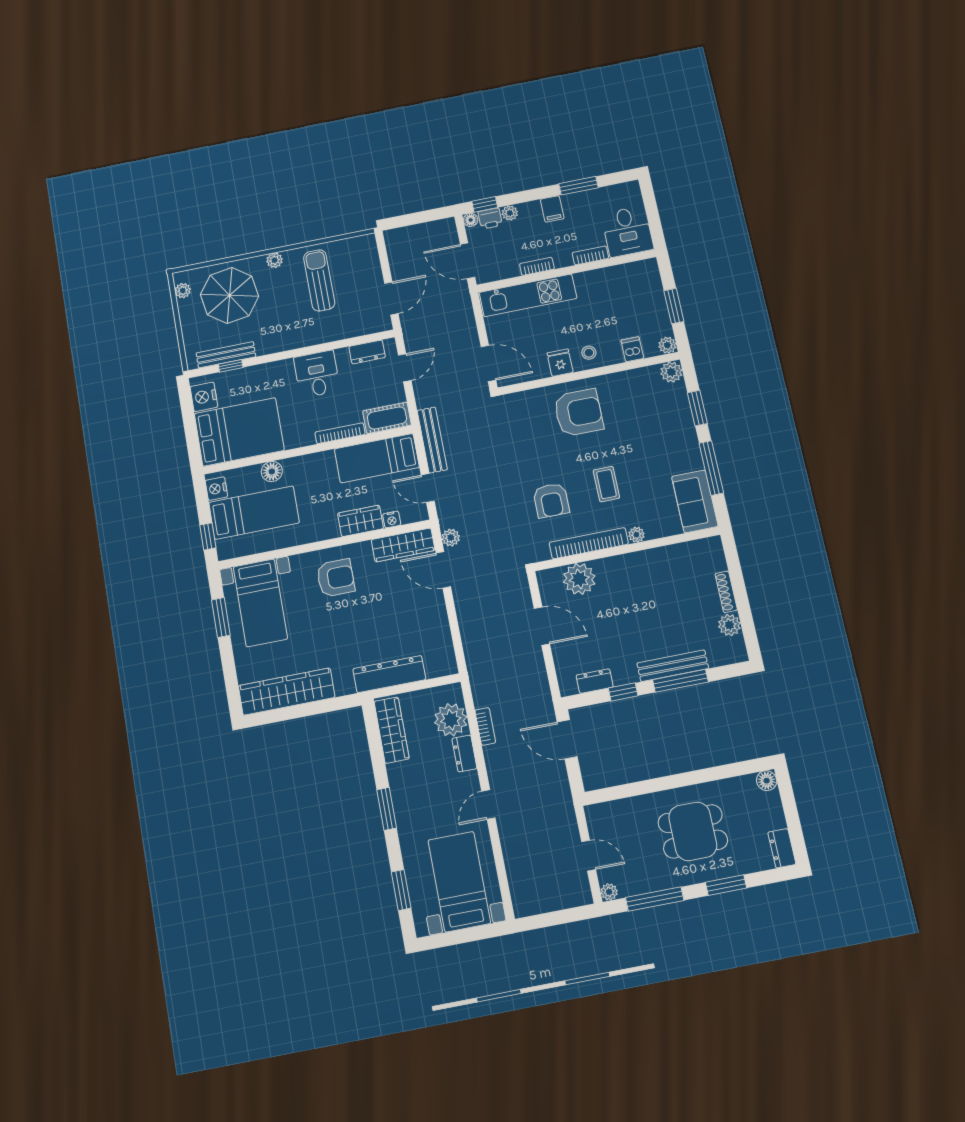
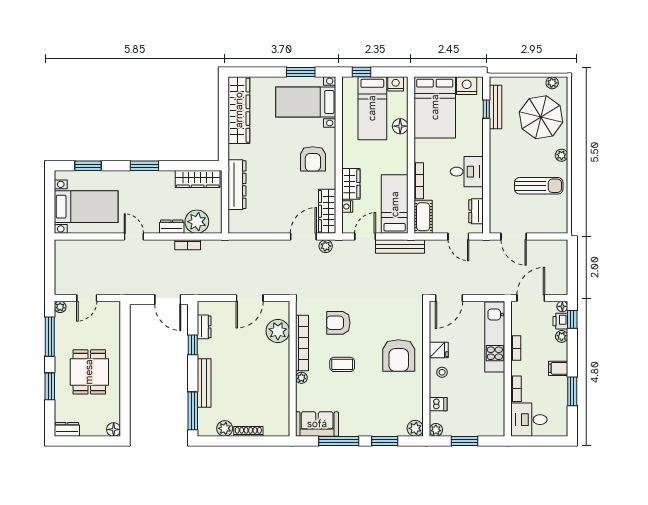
window: (680, 681) -> (193, 411), moved
door: (567, 739) -> (168, 300), swing flipped

